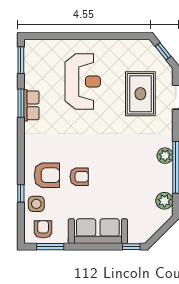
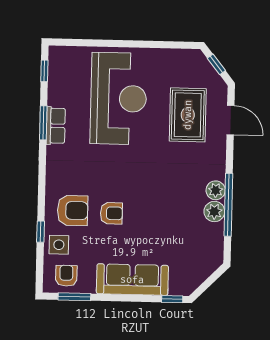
window: (21, 60) -> (44, 71), width x0.67
reception desk: (83, 82) -> (119, 98), width x1.36, depth x1.30
plant: (164, 201) -> (214, 212), moved

